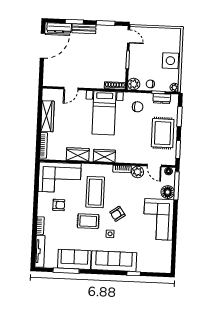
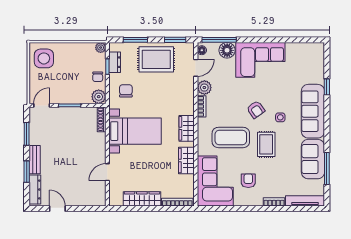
door: (42, 46) -> (57, 209), width x0.53
side table: (170, 61) -> (44, 58), moved
door: (71, 88) -> (107, 172), swing flipped

